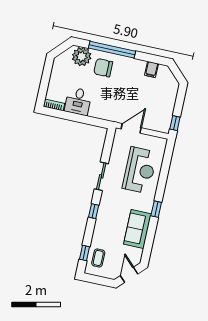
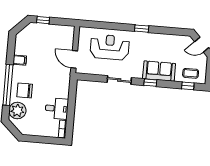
chair: (103, 68) -> (25, 90), turned 90
filing cabinet: (151, 69) -> (20, 60), moved
window: (175, 123) -> (43, 20), moved
sofa: (137, 229) -> (159, 71), moved, turned 180

